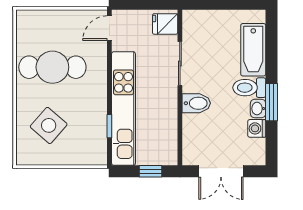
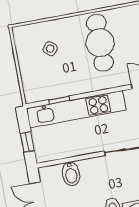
bidet: (196, 103) -> (71, 174), moved
side table: (49, 125) -> (50, 49), width x0.54, depth x0.54

